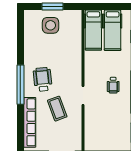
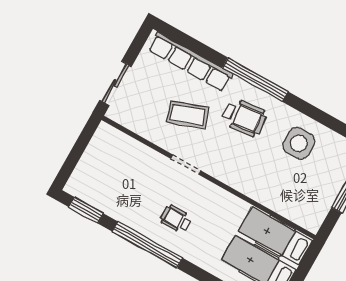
side table: (51, 25) -> (299, 143), moved

